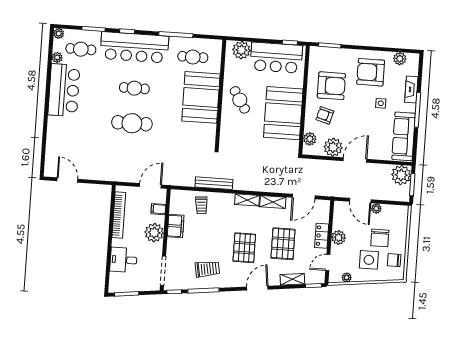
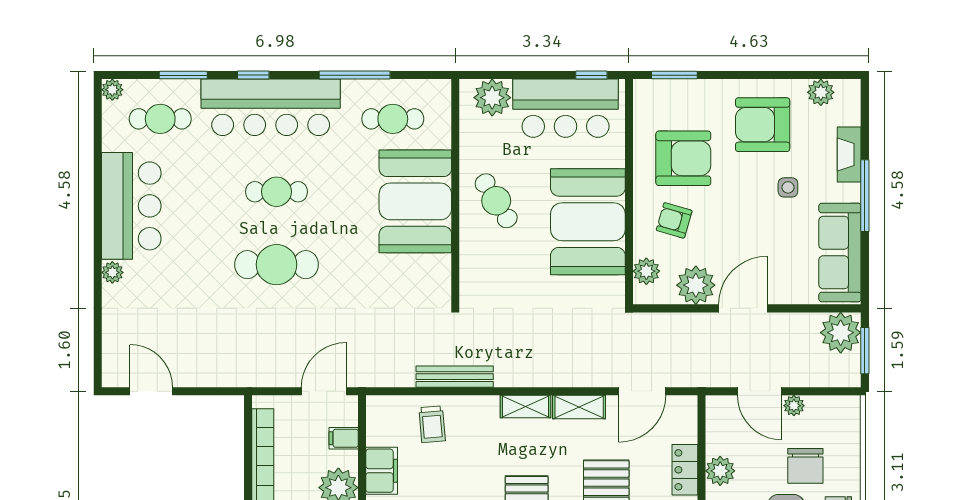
plant: (57, 57) -> (112, 272), moved

